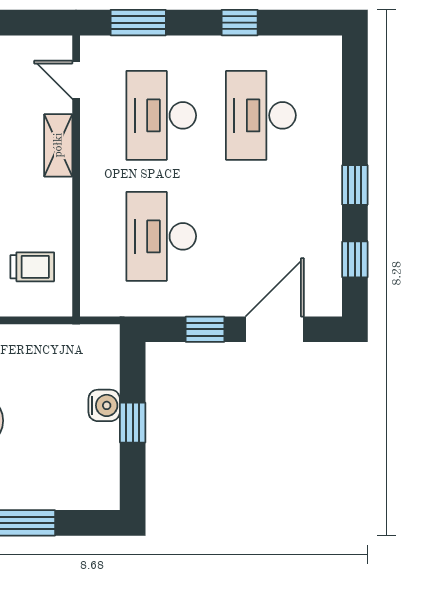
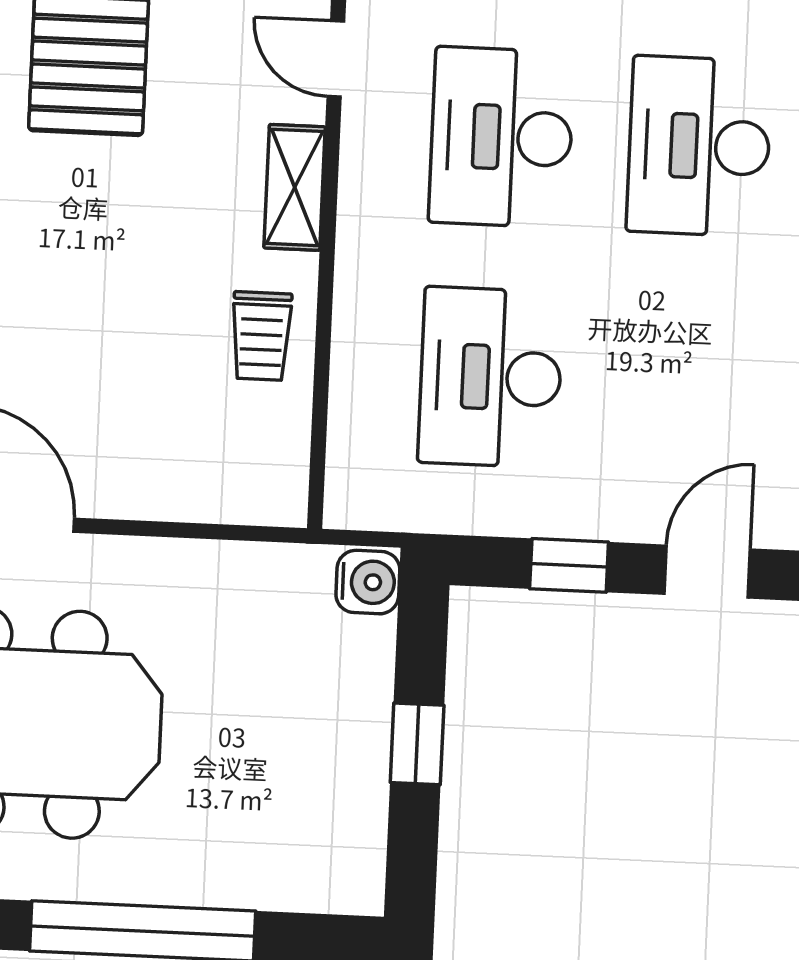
trolley: (32, 267) -> (261, 336), moved, turned 90
door: (275, 329) -> (707, 572), width x0.73
water cooler: (104, 405) -> (368, 582), moved

